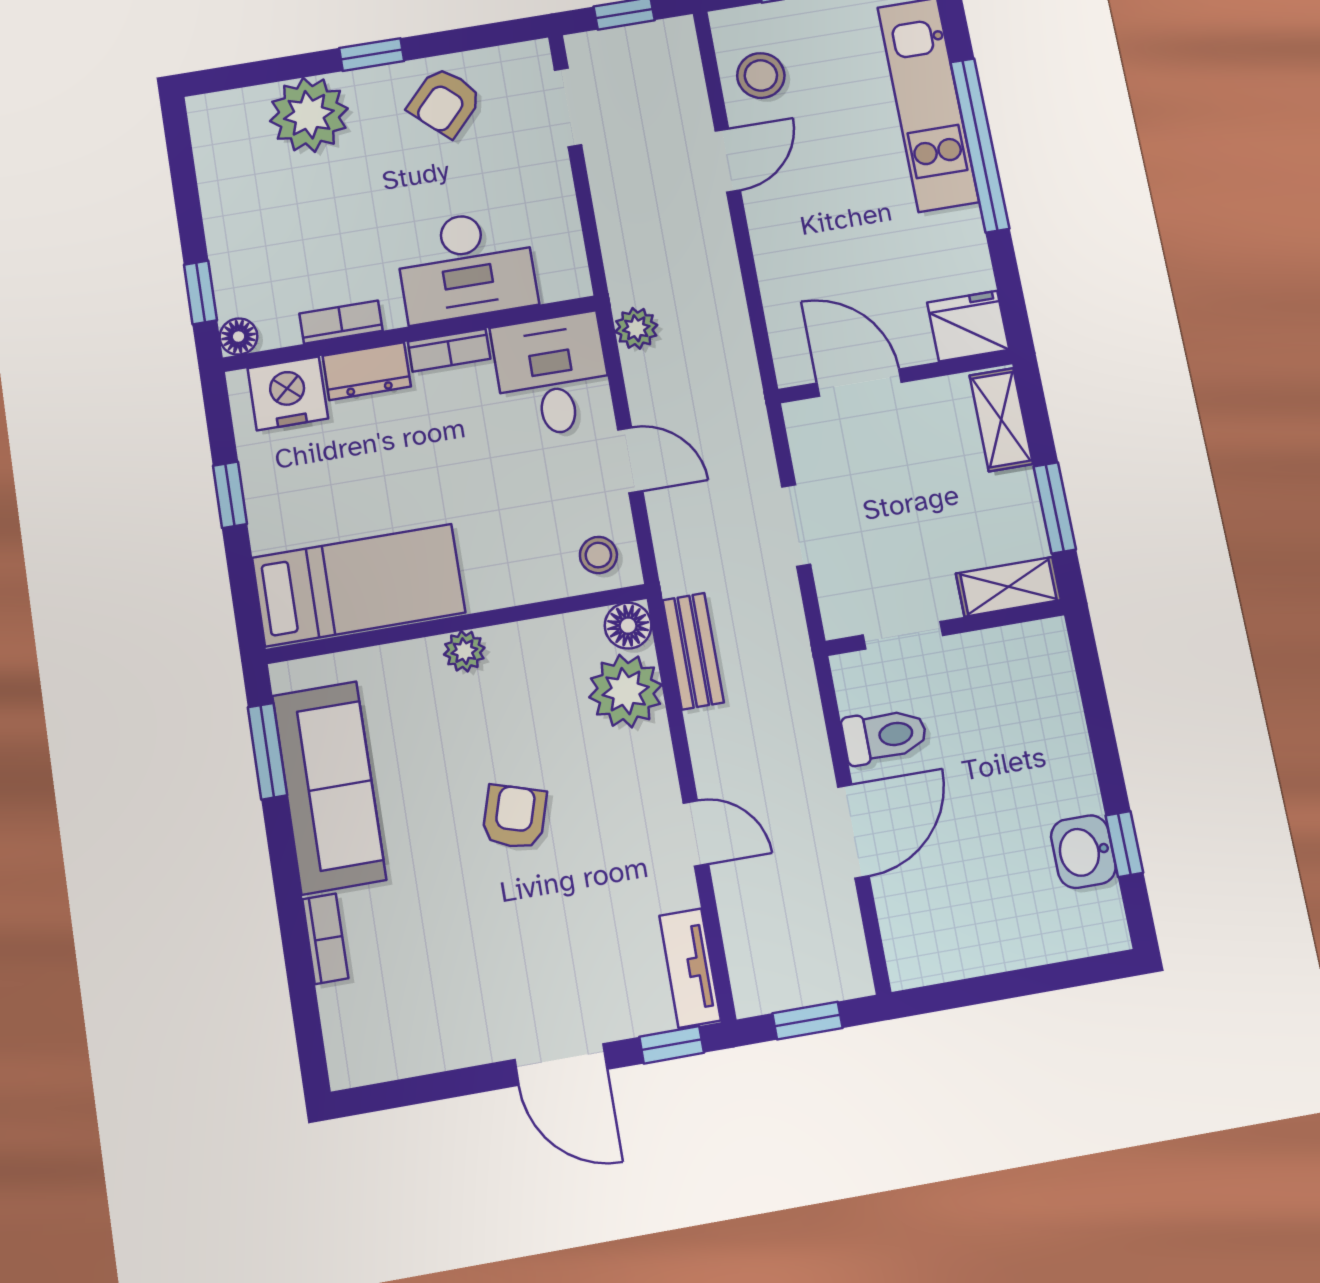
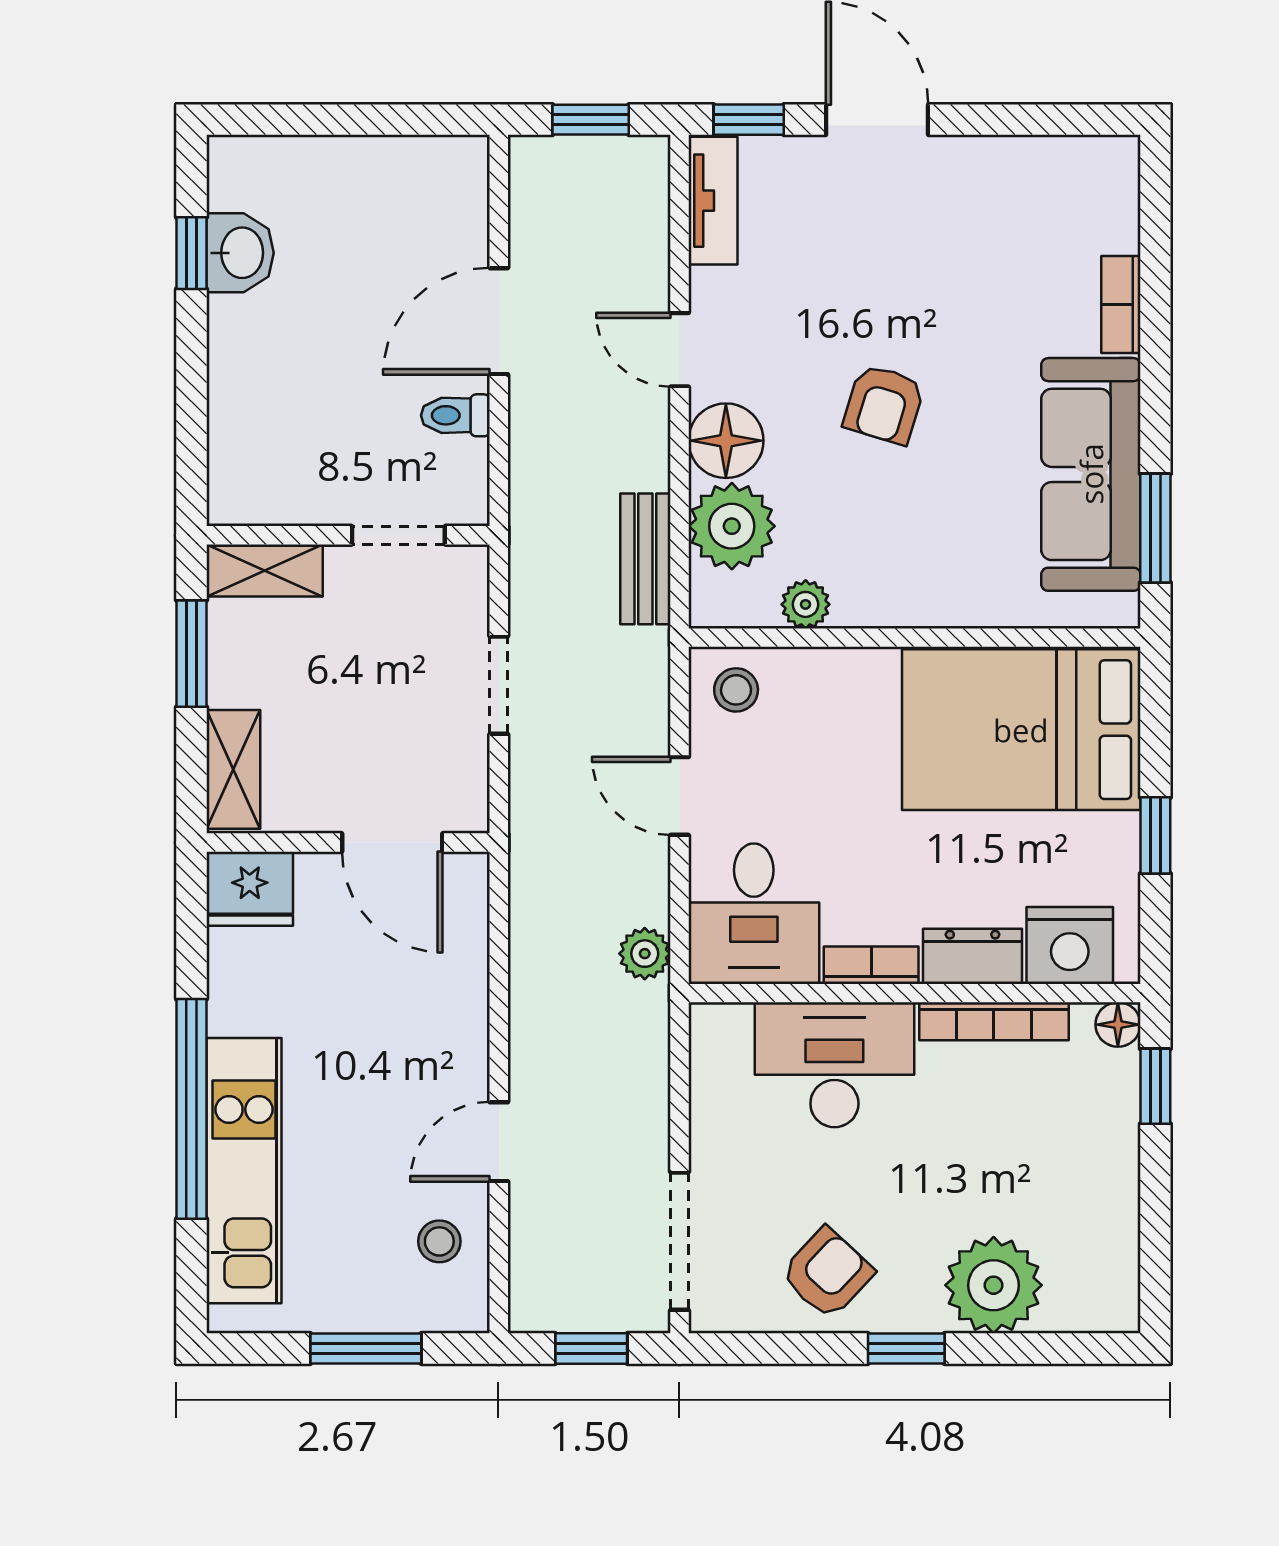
stool: (761, 75) -> (439, 1241), width x0.73, depth x0.73
doorway: (568, 107) -> (679, 1241), width x1.38
bookcase: (341, 322) -> (994, 1021), width x1.56
bed: (359, 585) -> (1021, 730), width x1.50
floor lamp: (628, 626) -> (726, 441), moved, width x1.38, depth x1.38
plant: (464, 651) -> (806, 604), moved
toilet: (885, 736) -> (455, 415), width x0.73, depth x0.72

